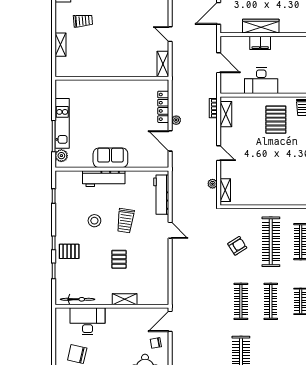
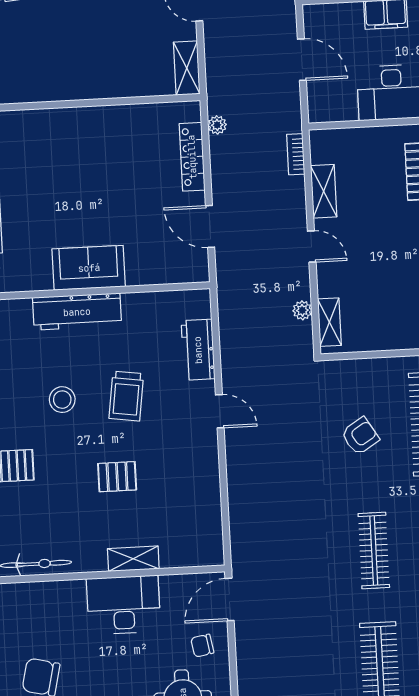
shelving: (226, 114) -> (324, 191), moved
plant: (176, 120) -> (217, 125), moved
workbench: (161, 195) -> (198, 350), width x0.73
pallet: (119, 259) -> (117, 477), turned 90
desk: (88, 321) -> (124, 605), moved

